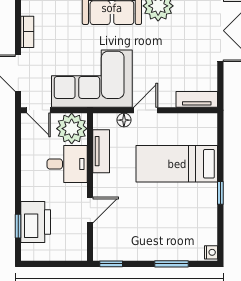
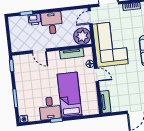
desk: (67, 164) -> (52, 23), moved, turned 180
desk: (197, 202) -> (50, 108), added
printer: (36, 222) -> (34, 19), width x0.53, depth x0.68

